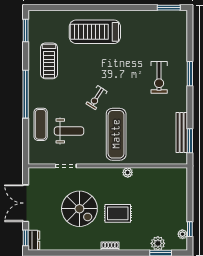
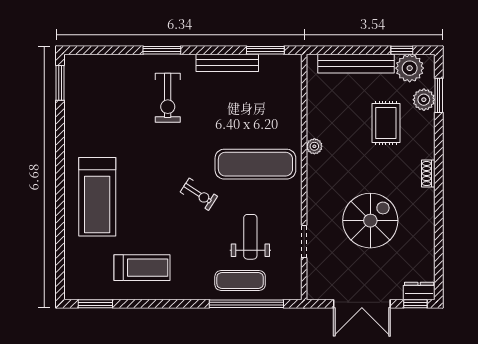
exercise bike: (159, 77) -> (168, 98), turned 90
window: (26, 94) -> (246, 304), moved
bench: (182, 133) -> (227, 63), moved
bench: (181, 199) -> (356, 64), added
rug: (118, 213) -> (386, 123), moved
plant: (182, 234) -> (410, 68), width x1.87, depth x1.87

